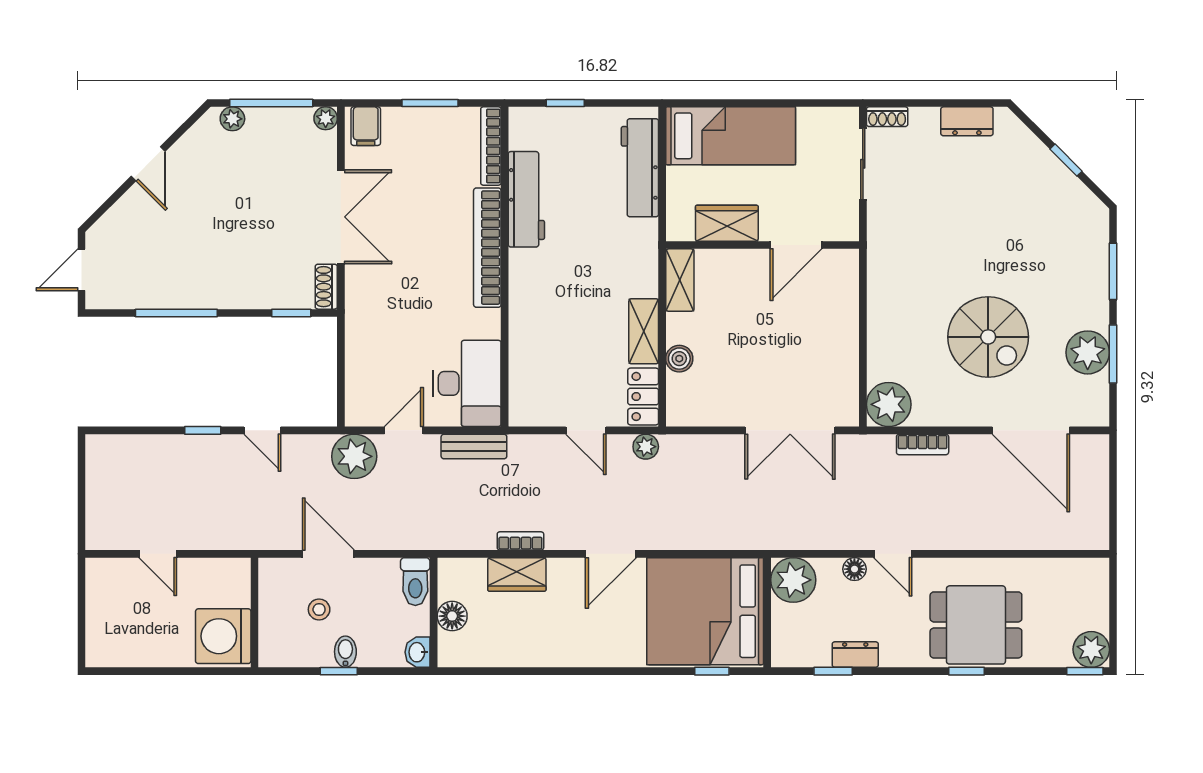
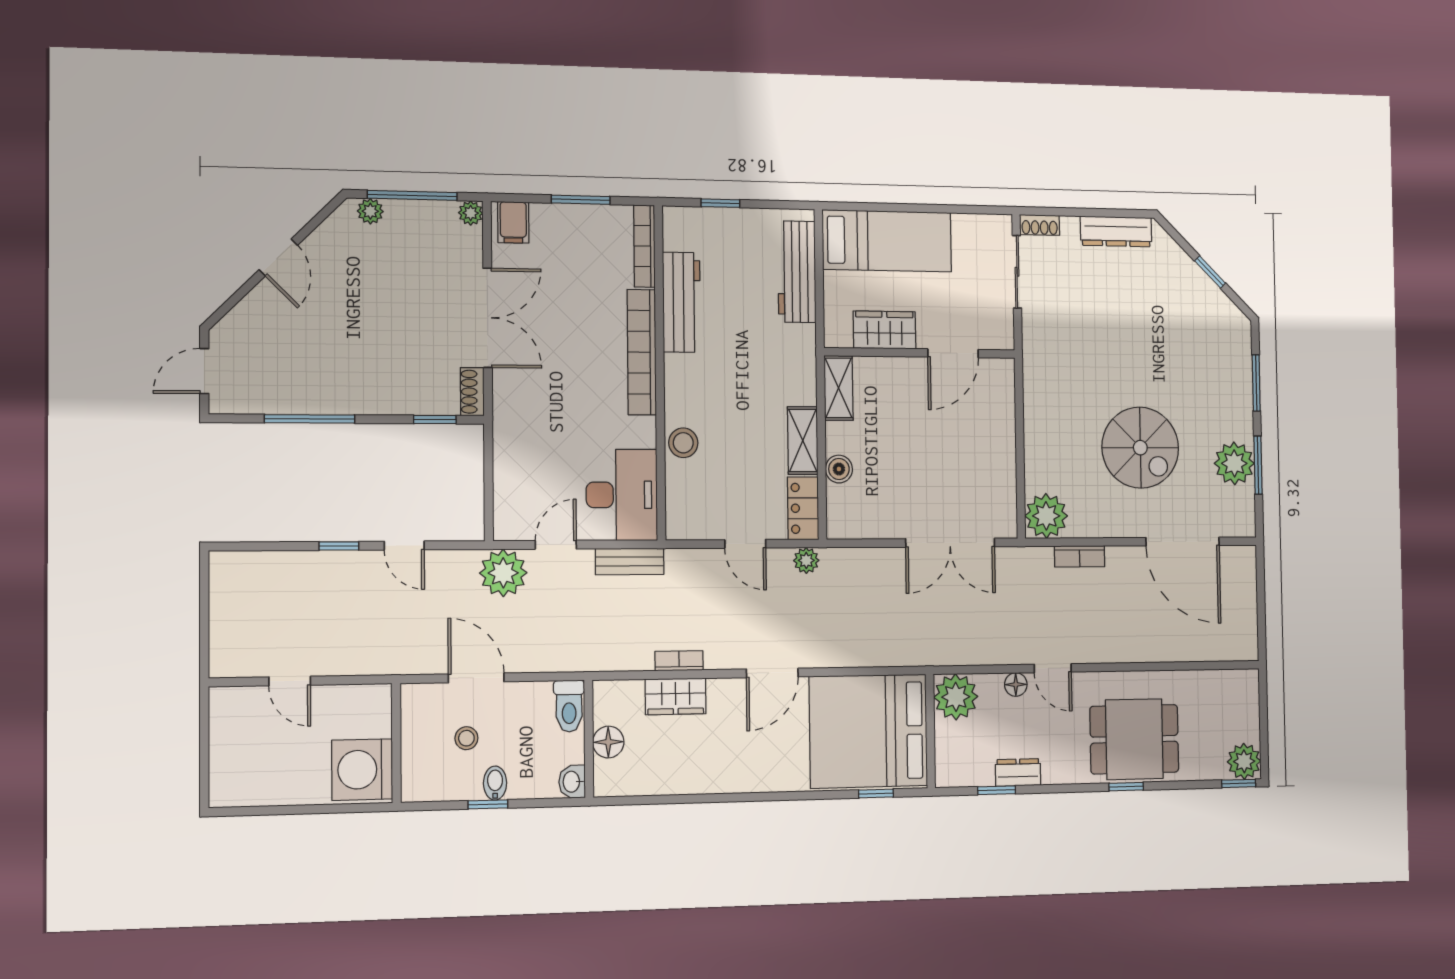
dresser: (967, 121) -> (1116, 231), width x1.44
stool: (527, 334) -> (683, 443), added

